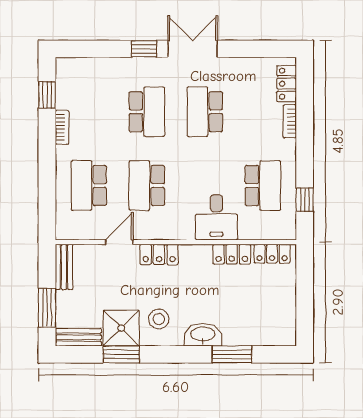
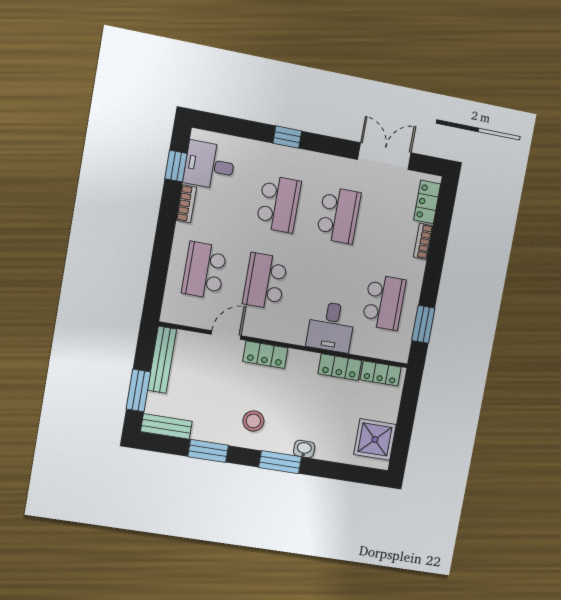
double door: (193, 49) -> (384, 156), moved
desk: (77, 88) -> (209, 165), added
school desk: (205, 112) -> (339, 215), turned 180
window: (305, 200) -> (423, 324), width x1.50
bench: (64, 267) -> (162, 360), width x1.36
shower: (121, 328) -> (375, 439), moved
washbasin: (203, 335) -> (304, 449), width x0.52, depth x0.69
window: (232, 354) -> (280, 462), moved

